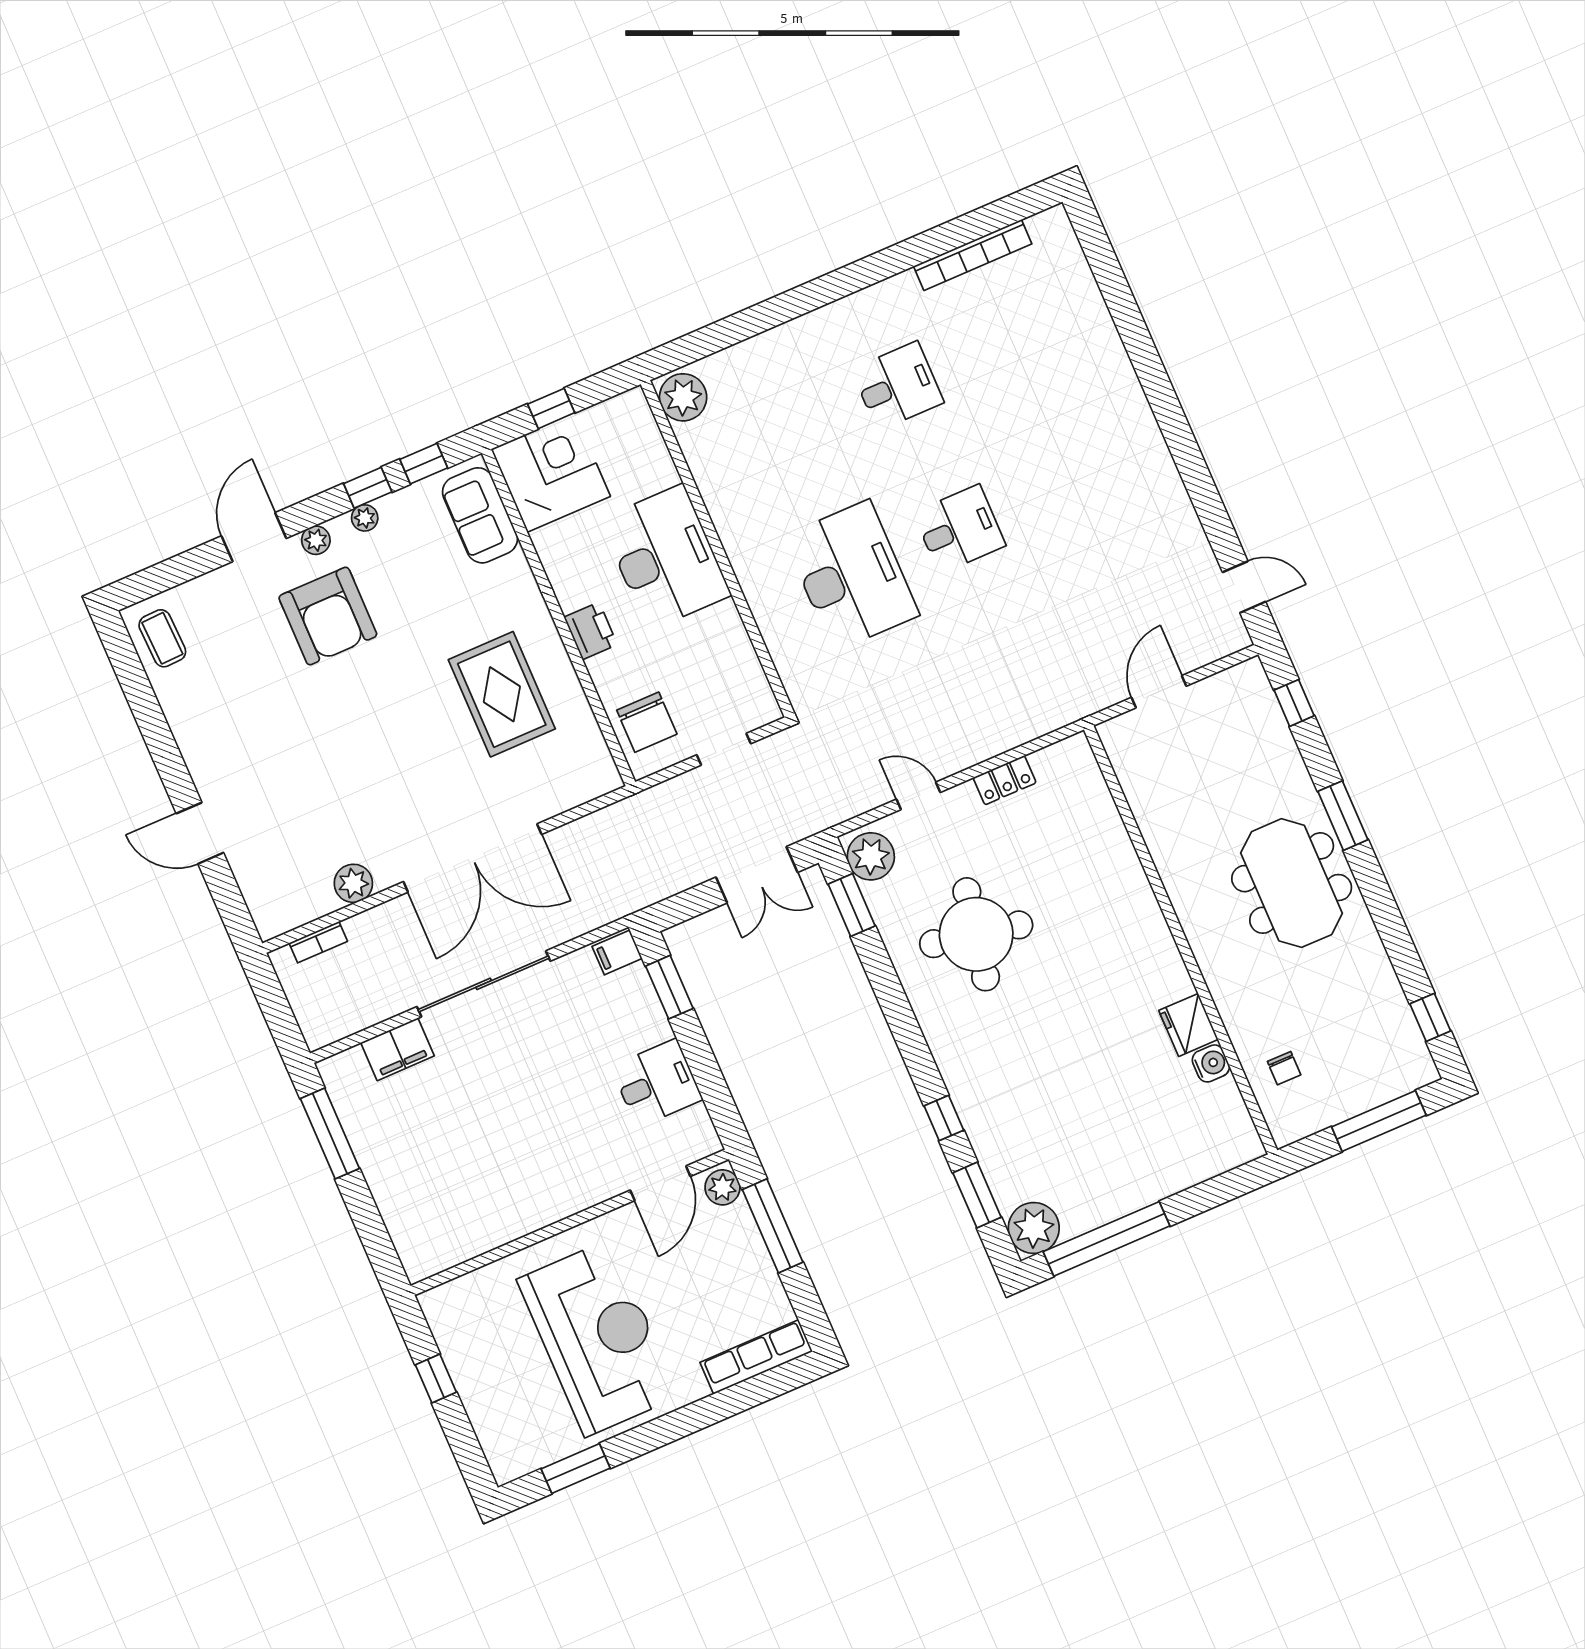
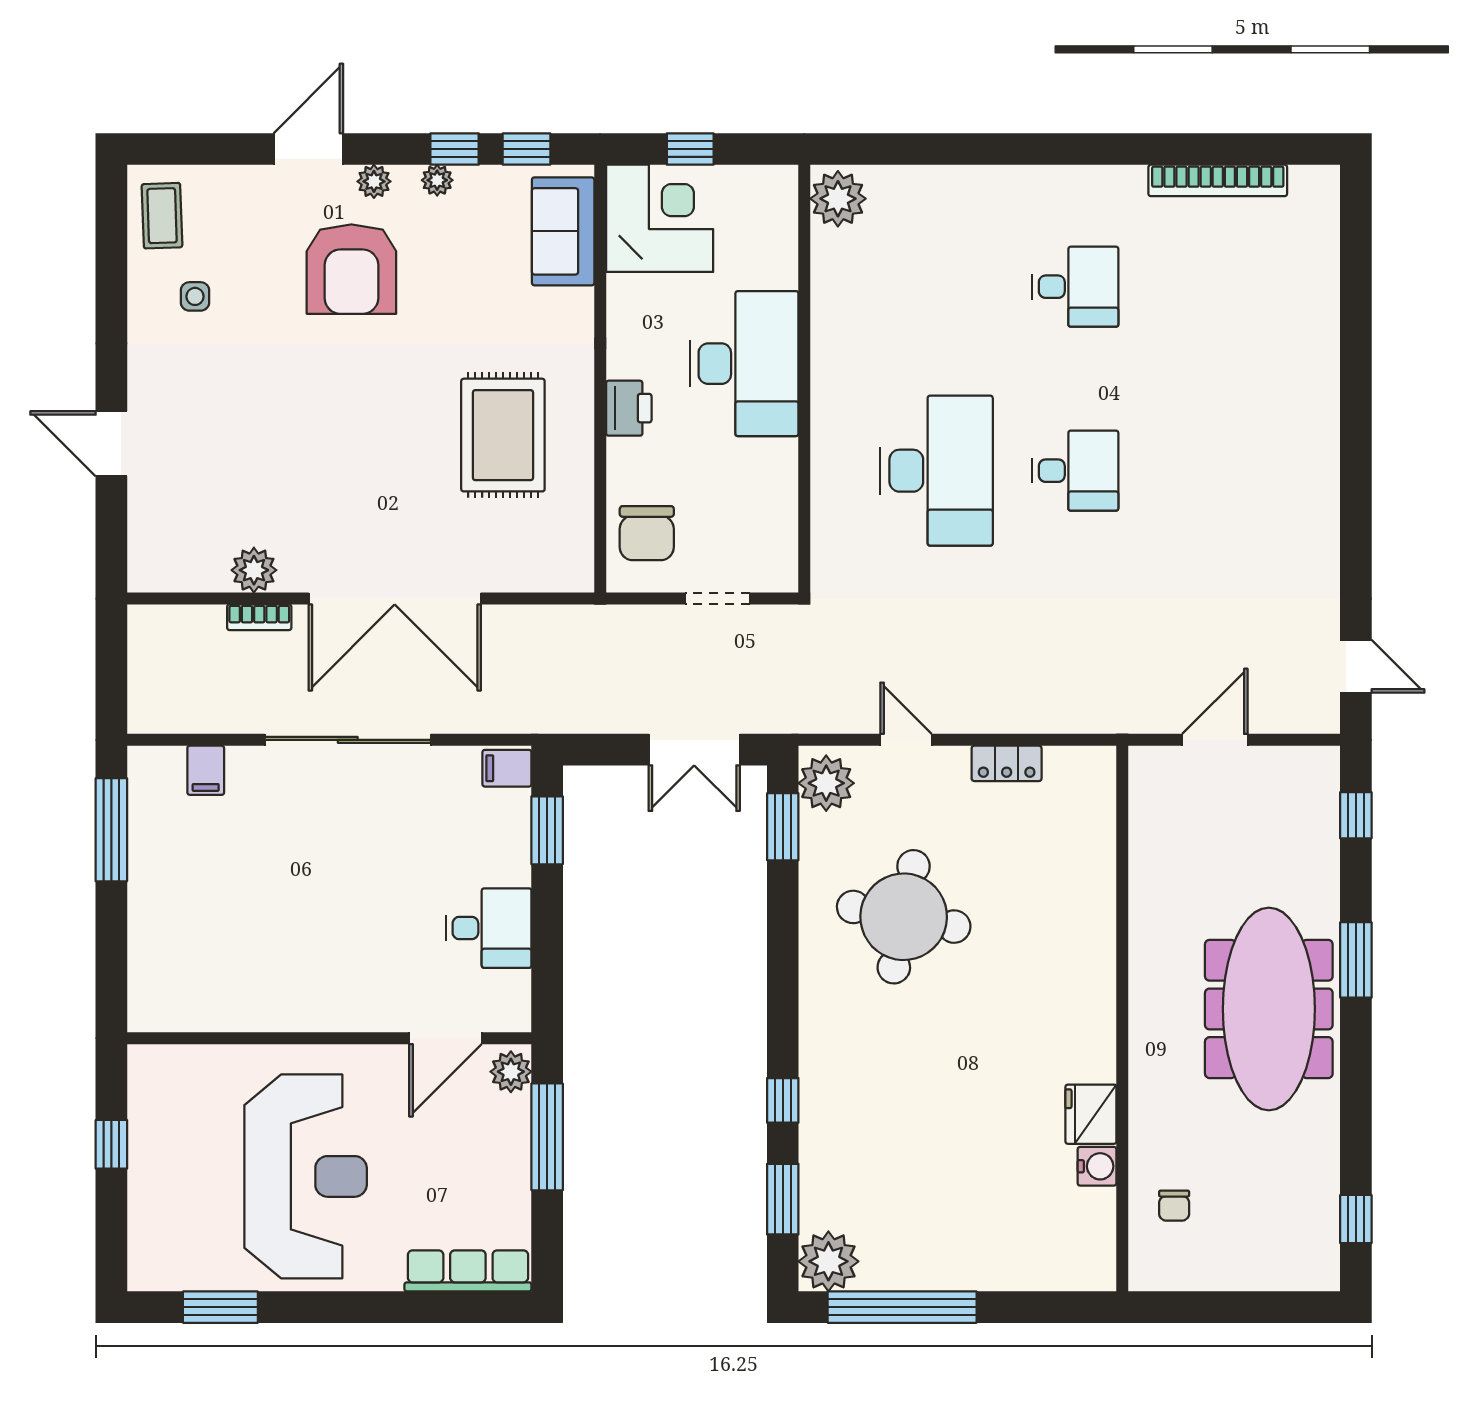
side table: (215, 690) -> (195, 296), added
meeting table: (1292, 883) -> (1269, 1009), width x1.36
bookcase: (318, 942) -> (259, 617), moved
filing cabinet: (398, 1049) -> (206, 770), width x0.50
window: (1379, 1121) -> (1252, 1307), removed

